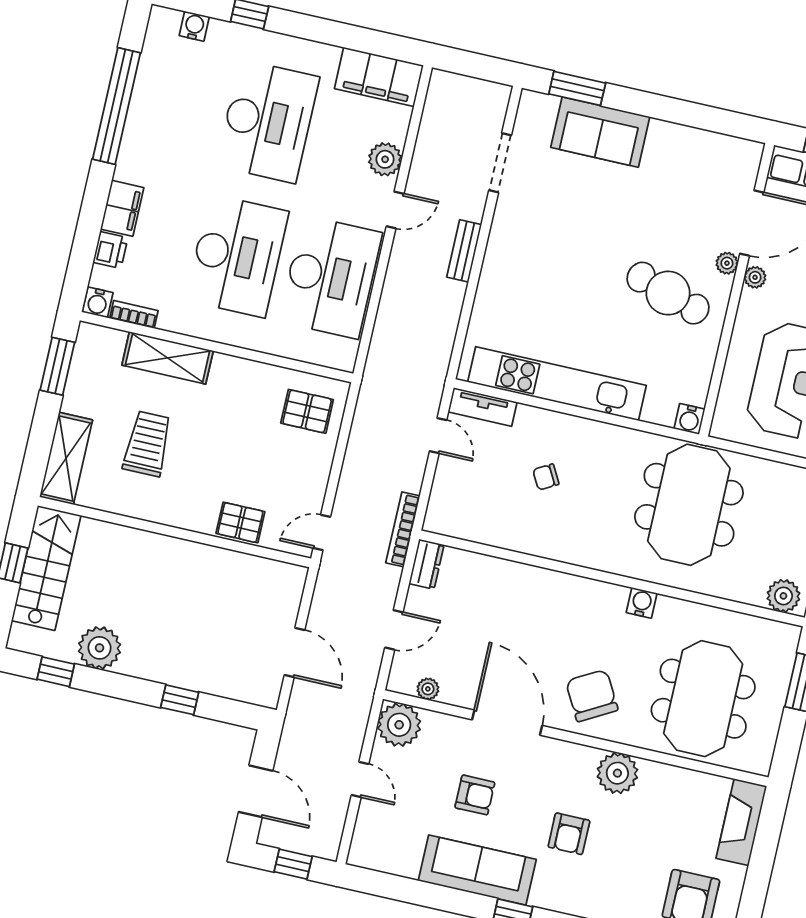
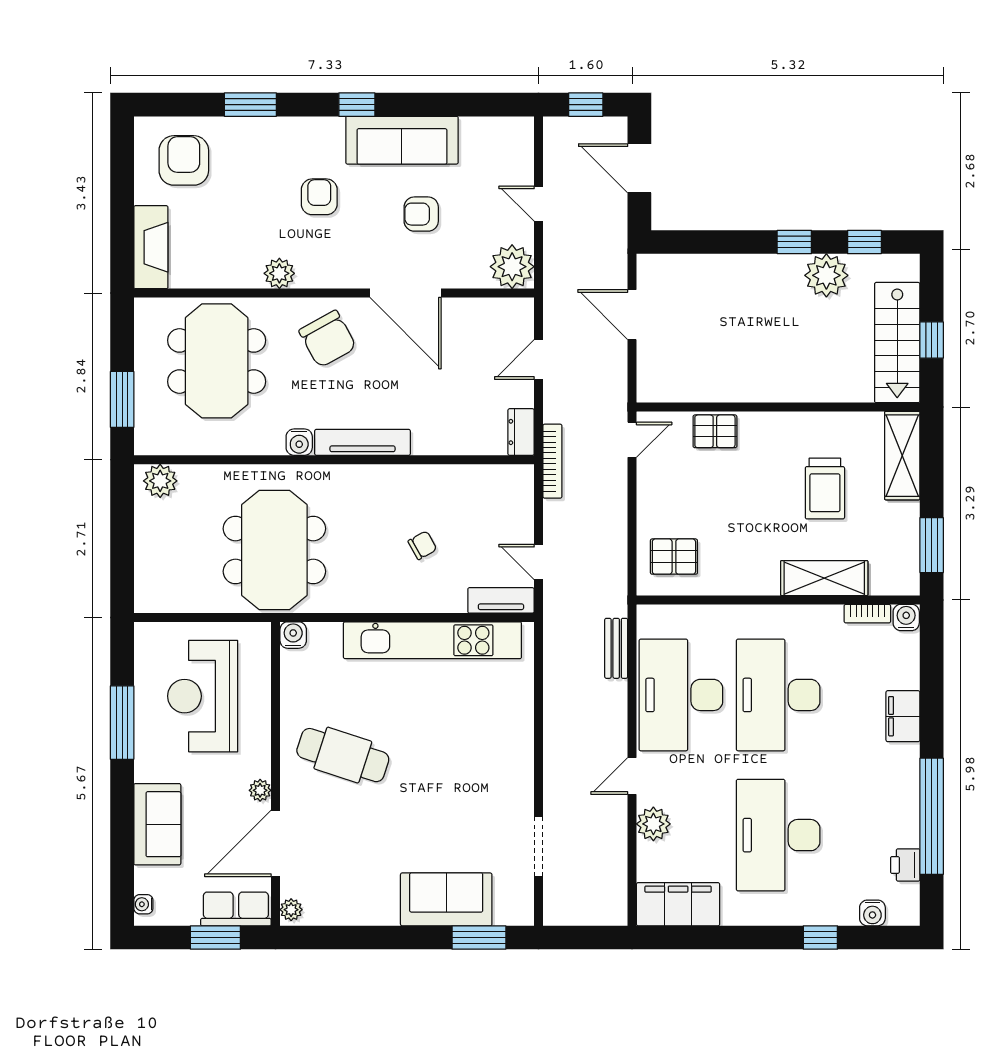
printer: (110, 250) -> (905, 865), moved
bench: (464, 251) -> (616, 648), moved
plant: (727, 263) -> (291, 910), moved
tv unit: (581, 589) -> (362, 442), added
plant: (428, 689) -> (492, 309), removed
window: (180, 700) -> (794, 242), moved
plant: (617, 773) -> (279, 273), width x0.73, depth x0.73

